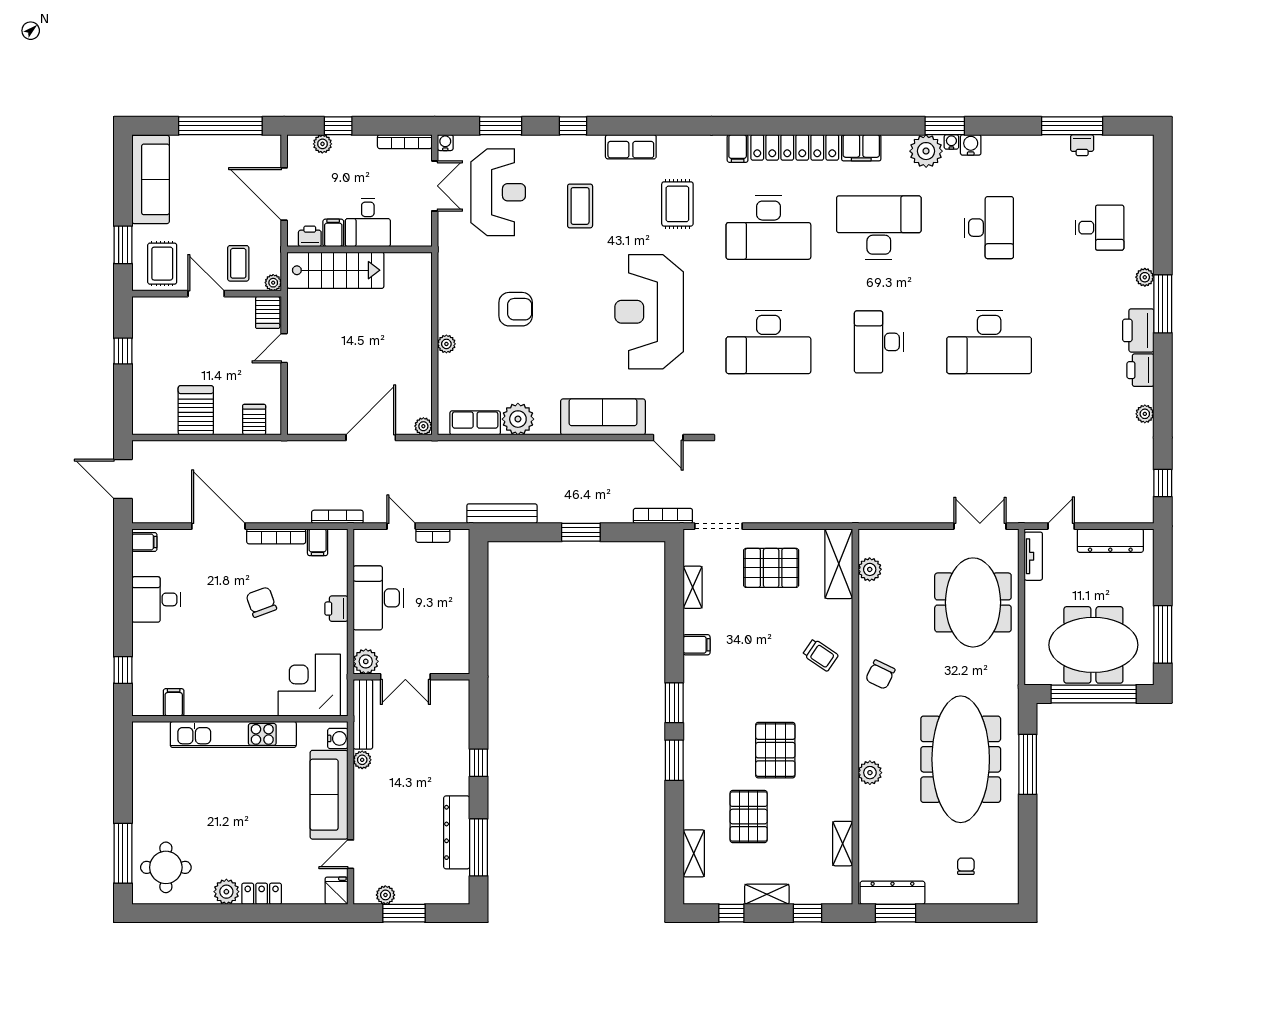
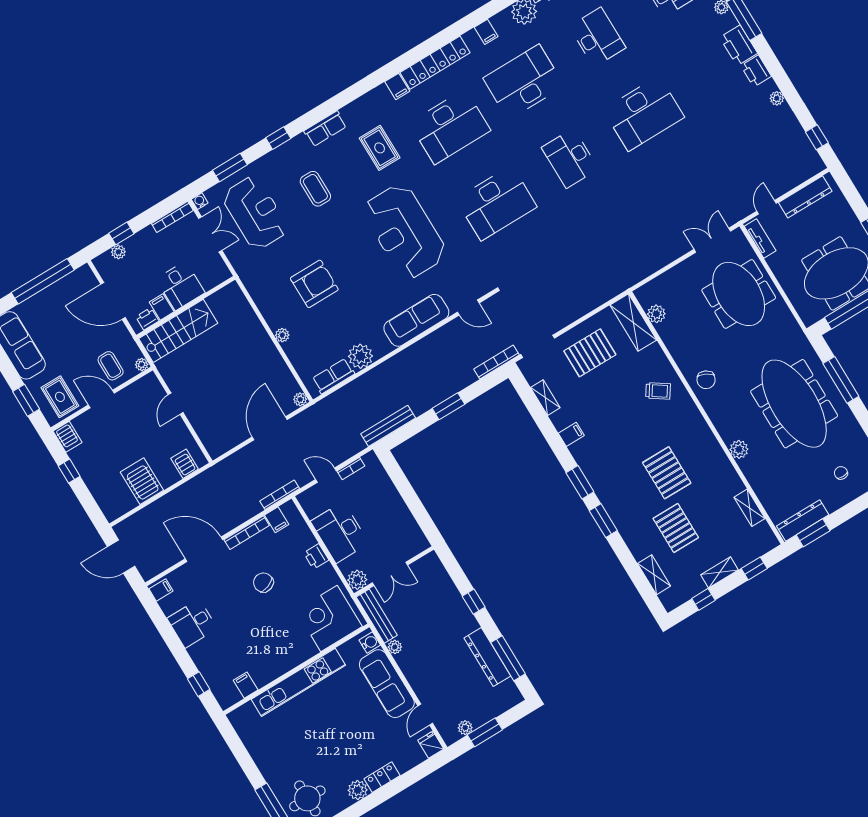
filing cabinet: (861, 148) -> (486, 32), width x0.50
armchair: (516, 309) -> (314, 284), width x1.36, depth x1.36
server rack: (268, 312) -> (67, 437), moved

